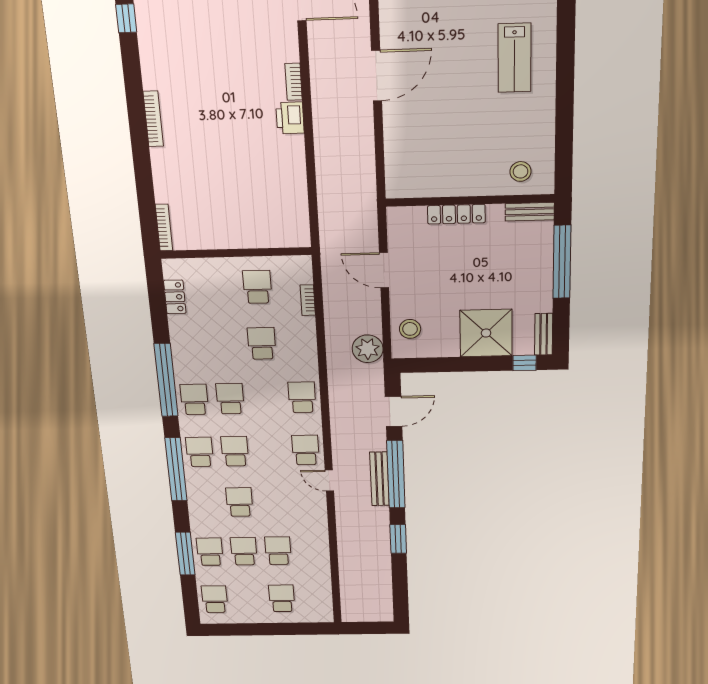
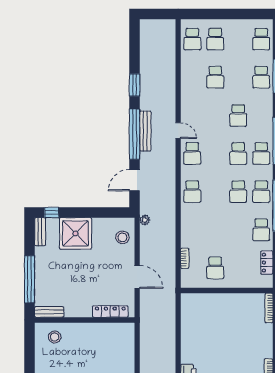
locker: (456, 214) -> (110, 312), moved
school desk: (262, 343) -> (261, 230), moved
plant: (368, 349) -> (145, 220), width x0.53, depth x0.53
school desk: (244, 551) -> (192, 39), moved

